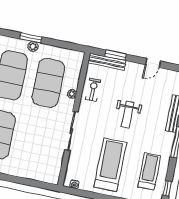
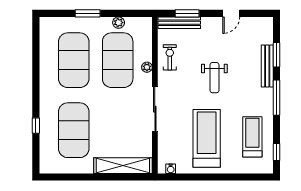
plant: (33, 46) -> (119, 23), moved
shelving: (34, 173) -> (123, 166), added

